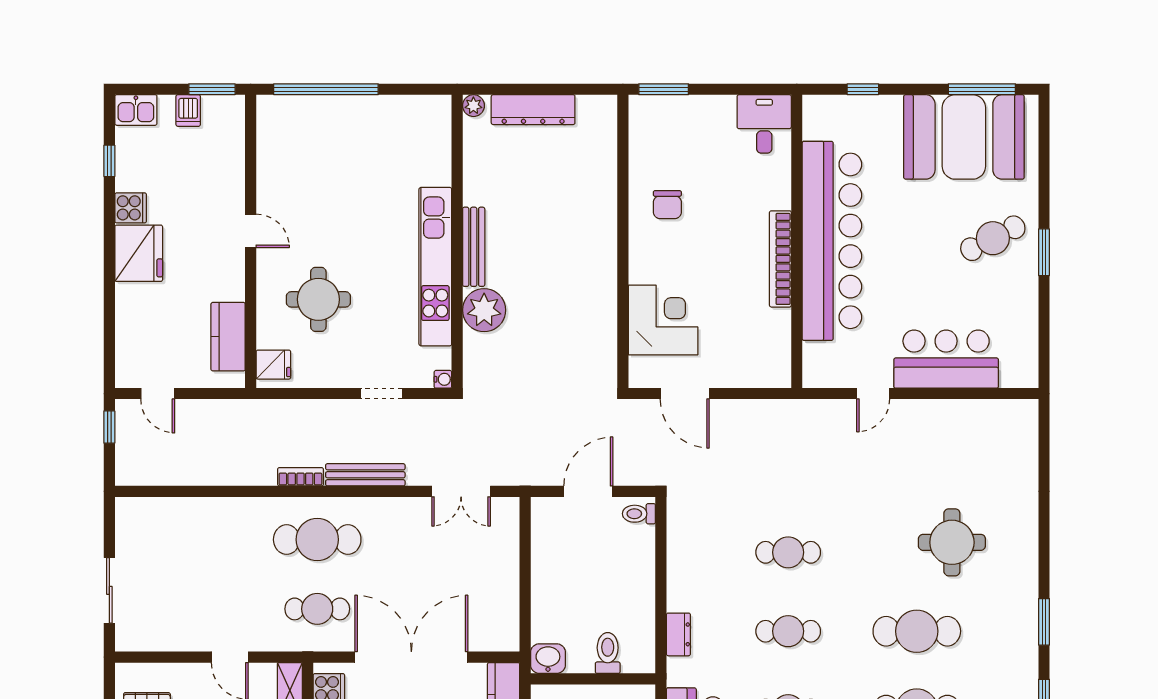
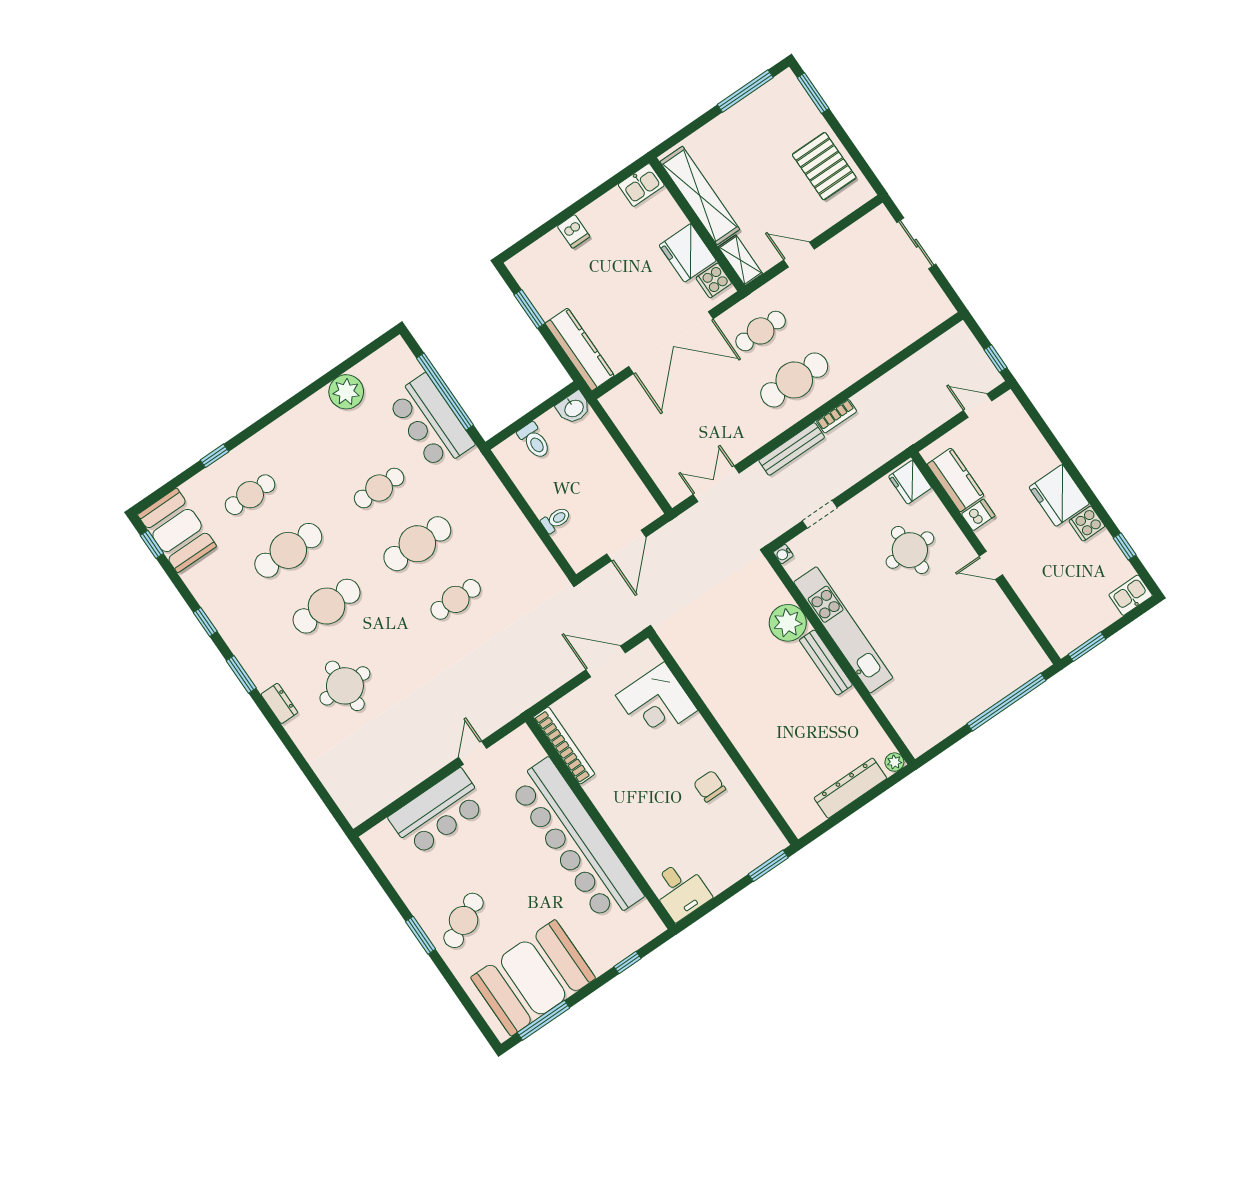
dishwasher: (188, 110) -> (978, 515), moved, turned 90
bookcase: (780, 259) -> (564, 746), moved
fridge: (273, 365) -> (910, 482), width x1.38
toilet: (639, 514) -> (556, 520), moved
cafe table: (788, 631) -> (417, 544), width x1.37, depth x1.35
dresser: (678, 634) -> (279, 703), moved, turned 180

